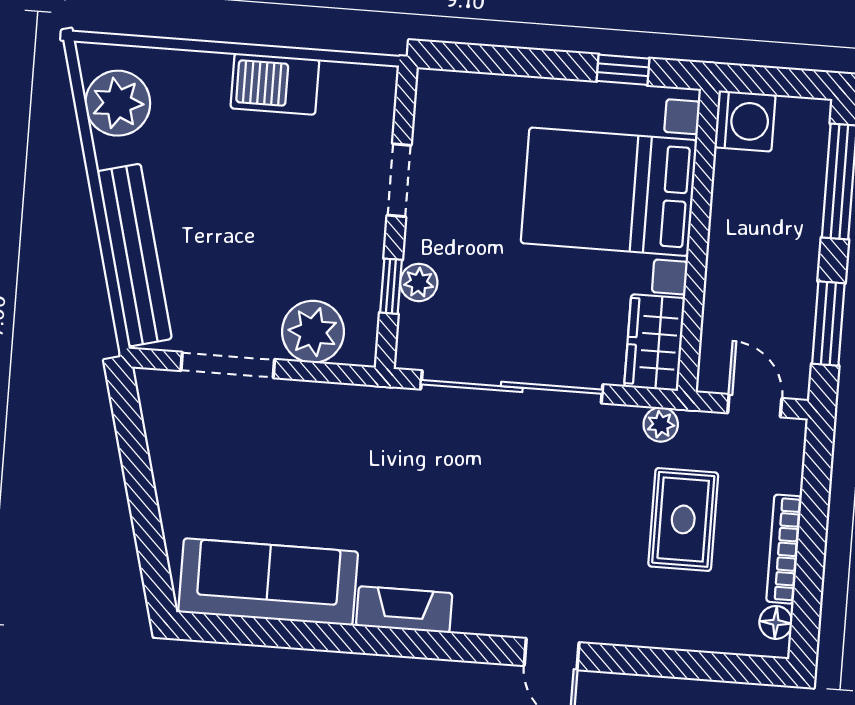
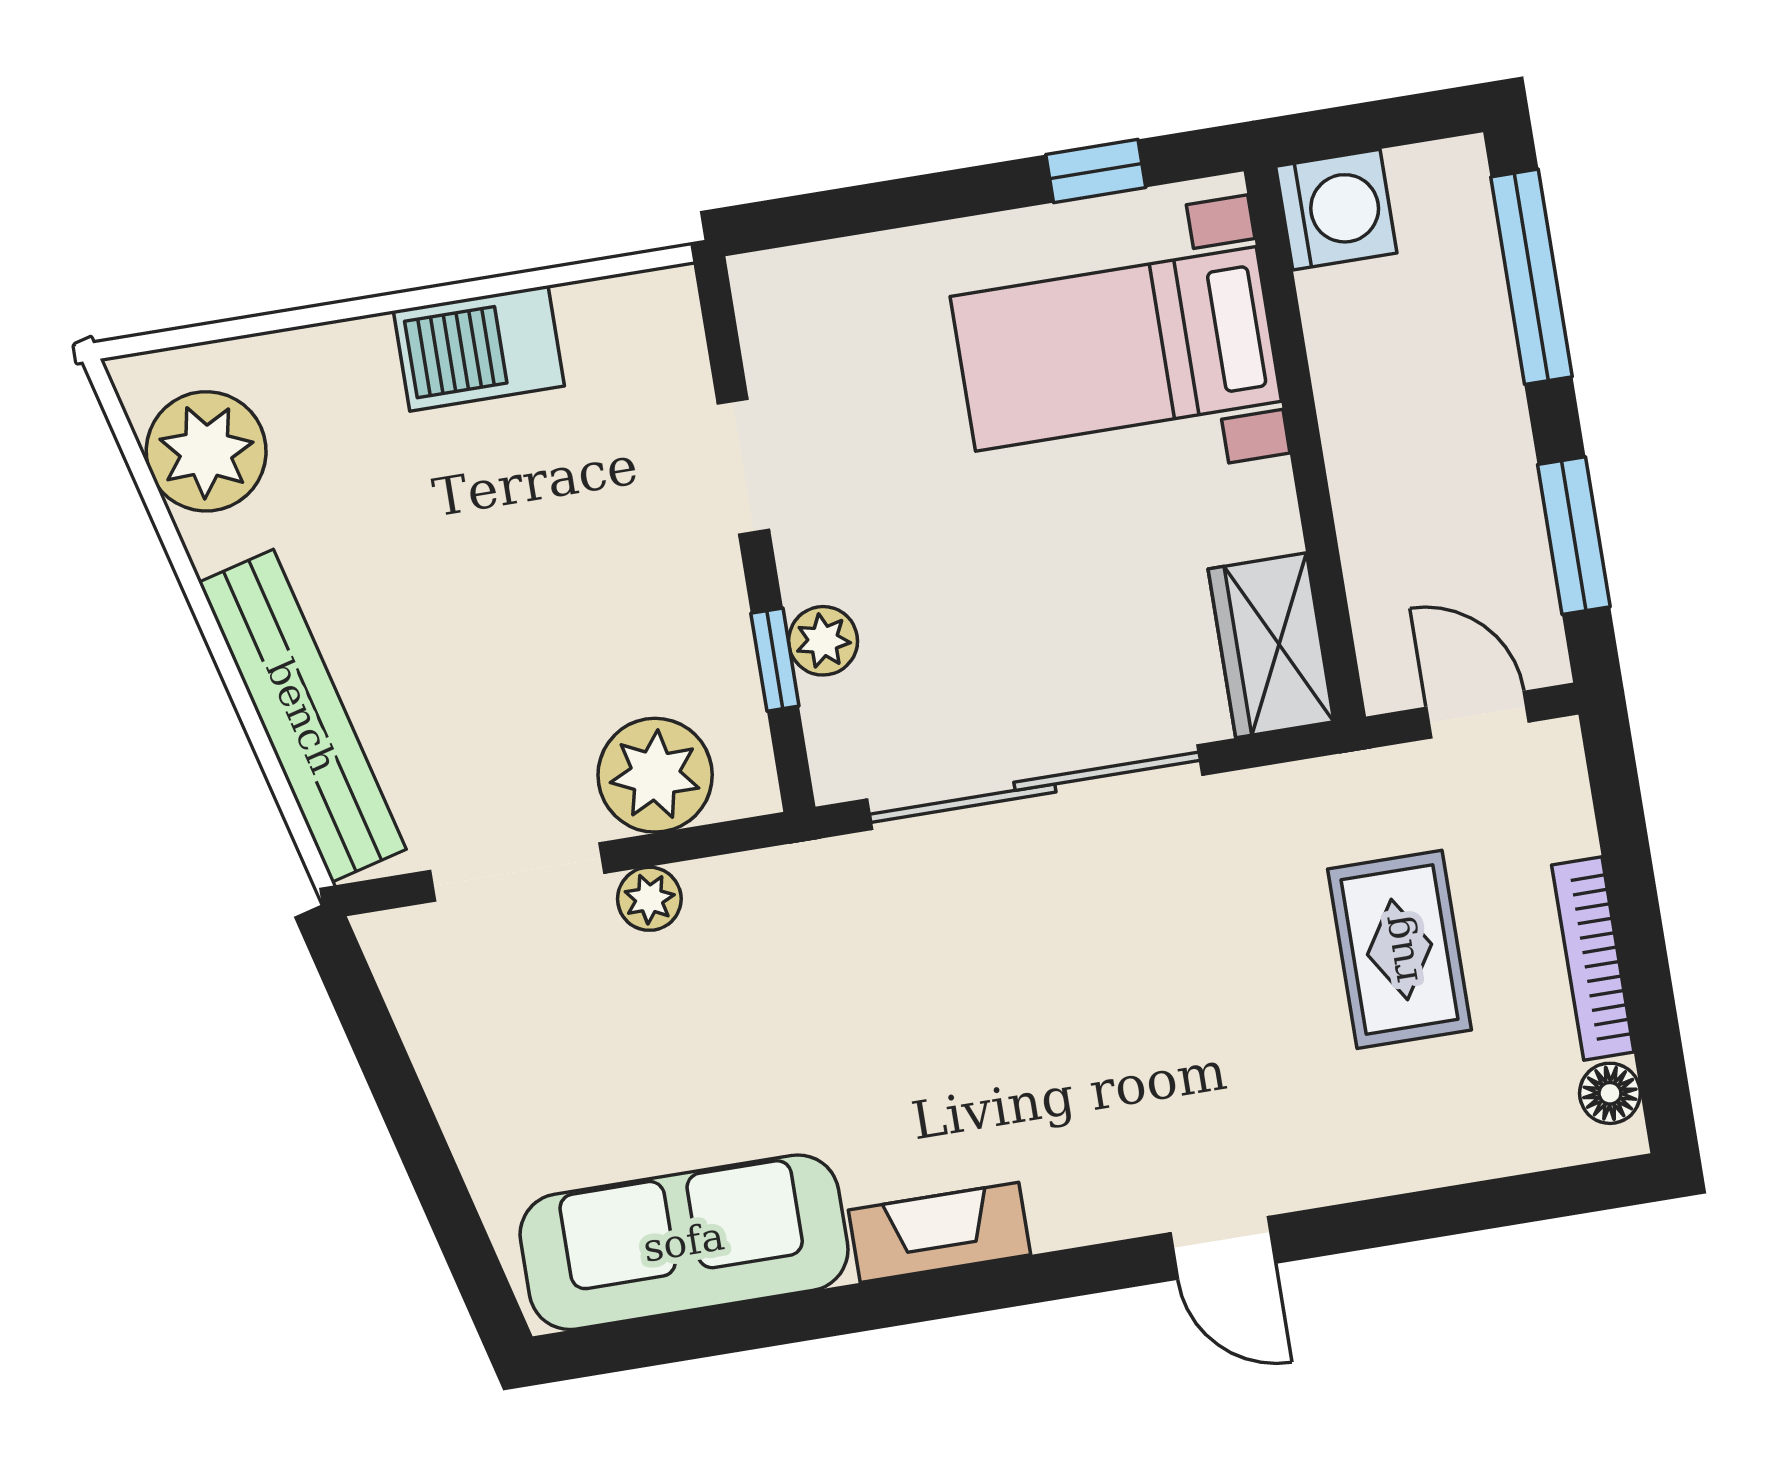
bed with nightstands: (609, 192) -> (1116, 349), width x0.73
plant: (661, 424) -> (649, 899), moved

